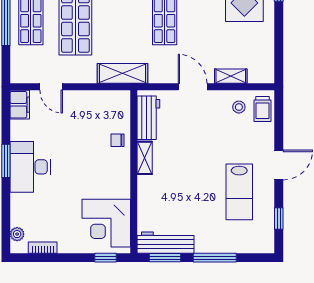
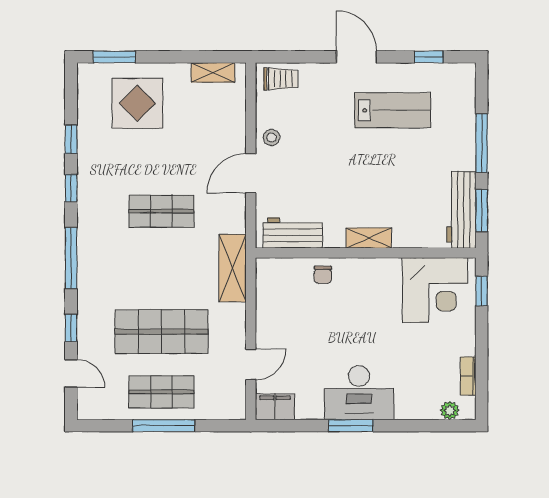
shelving: (231, 76) -> (213, 73), moved, turned 90
stool: (239, 107) -> (272, 137), moved
shelving: (145, 158) -> (369, 238), moved

